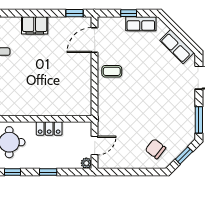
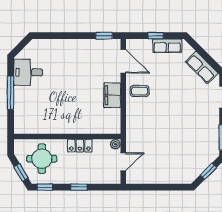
filing cabinet: (35, 25) -> (112, 95), moved, turned 90
door: (95, 40) -> (123, 61), swing flipped
chair: (155, 149) -> (181, 165), removed
plant: (86, 163) -> (115, 144), moved

